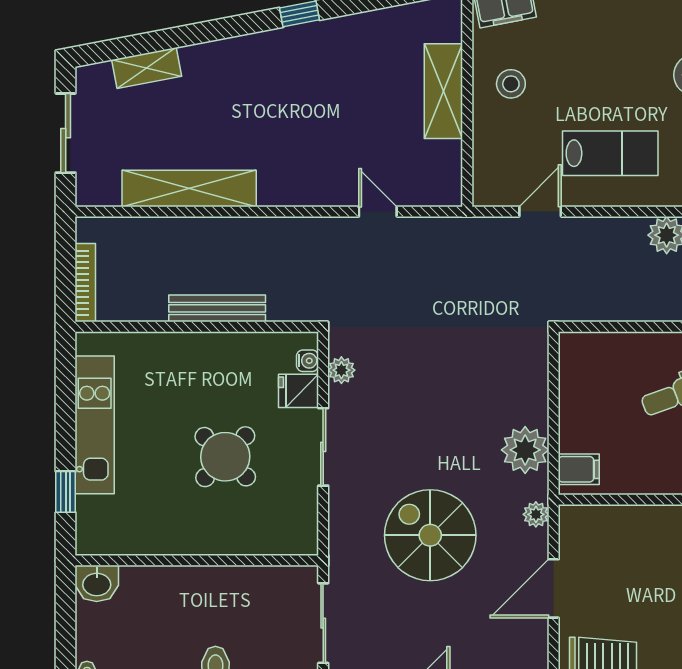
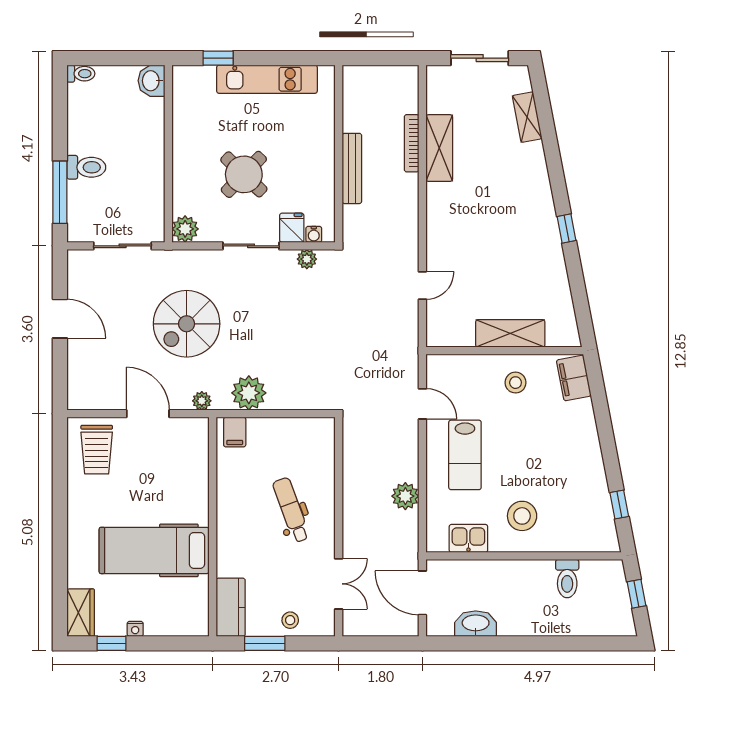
shelving: (189, 188) -> (439, 148), width x0.68
bookcase: (85, 283) -> (412, 143), moved, turned 90
spiral stairs: (430, 535) -> (187, 324), turned 180
plant: (300, 537) -> (185, 229), added

